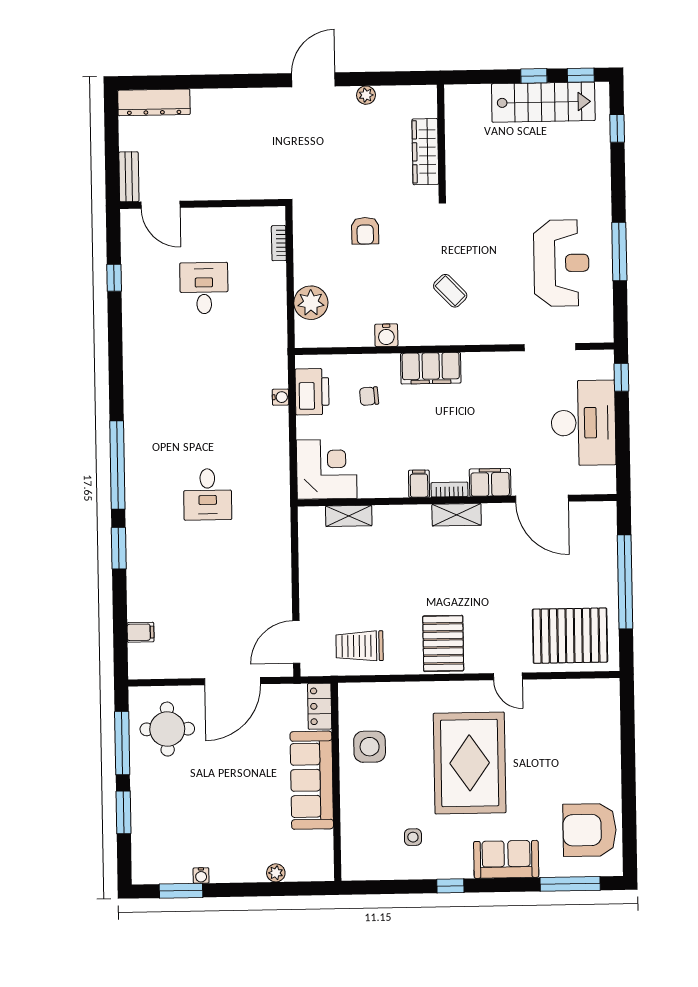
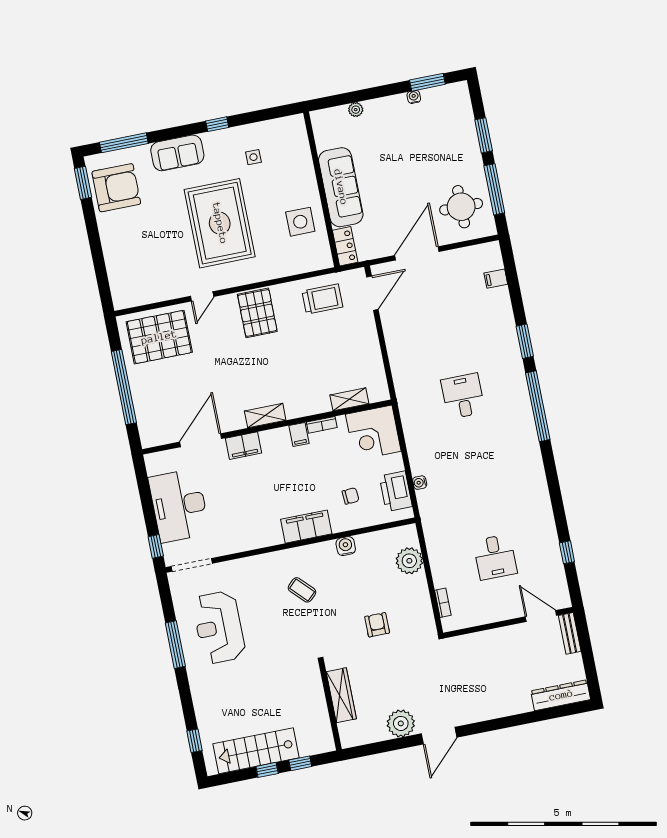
window: (581, 75) -> (300, 763), moved
plant: (366, 95) -> (401, 723), width x1.88, depth x1.88
doorway: (550, 347) -> (192, 565), moved
bookcase: (449, 490) -> (322, 425), moved
door: (542, 499) -> (201, 440), hinge flipped
door: (508, 676) -> (202, 296), swing flipped
window: (630, 843) -> (83, 183), added

